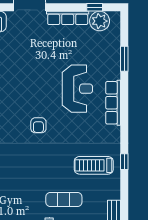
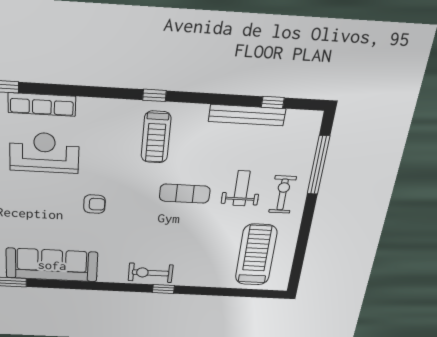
row of seats: (113, 103) -> (42, 105), moved
exercise mat: (64, 200) -> (185, 194), moved, turned 90

